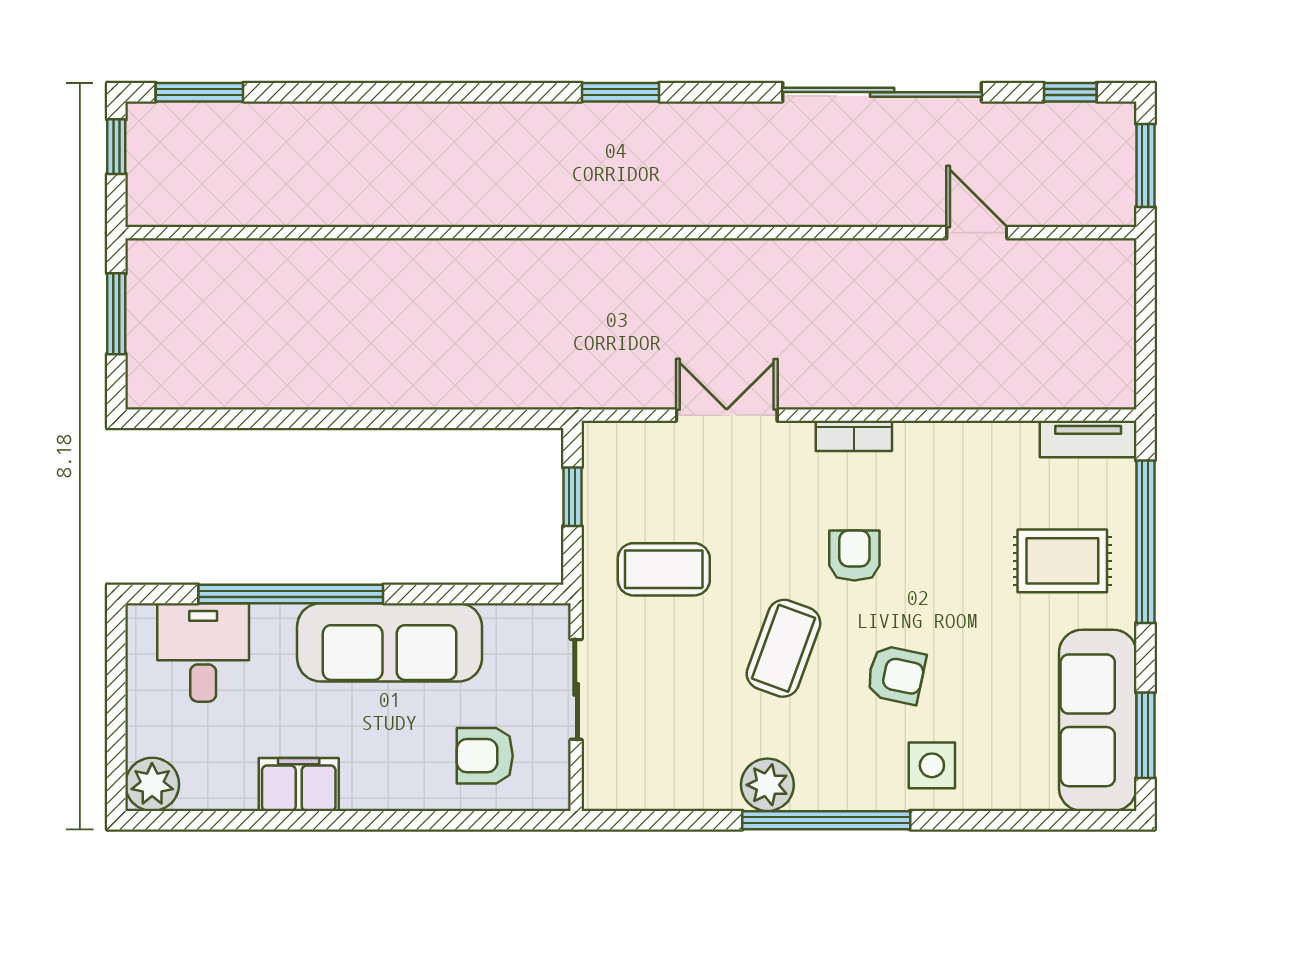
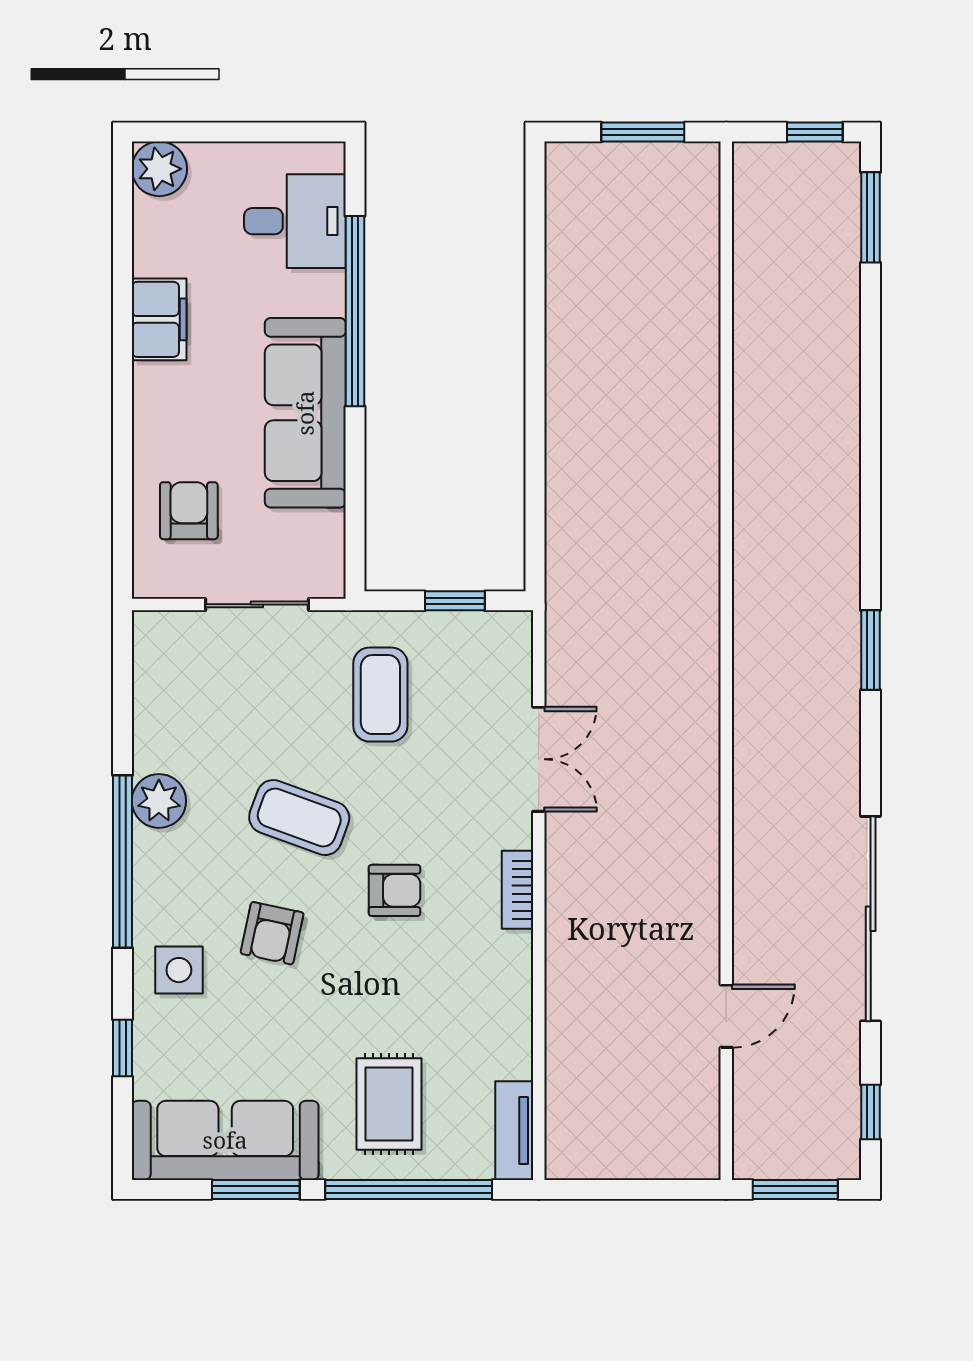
window: (1145, 735) -> (256, 1189), moved
window: (1008, 820) -> (122, 1048), added

